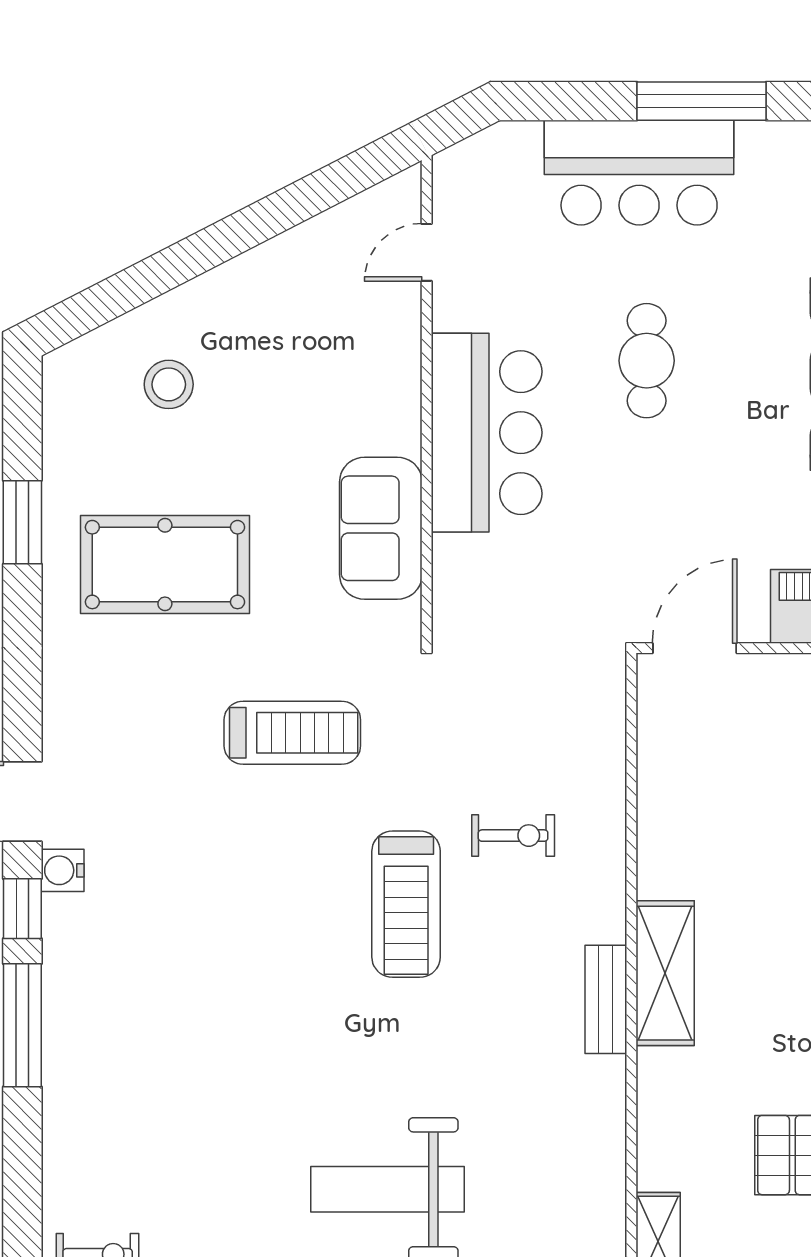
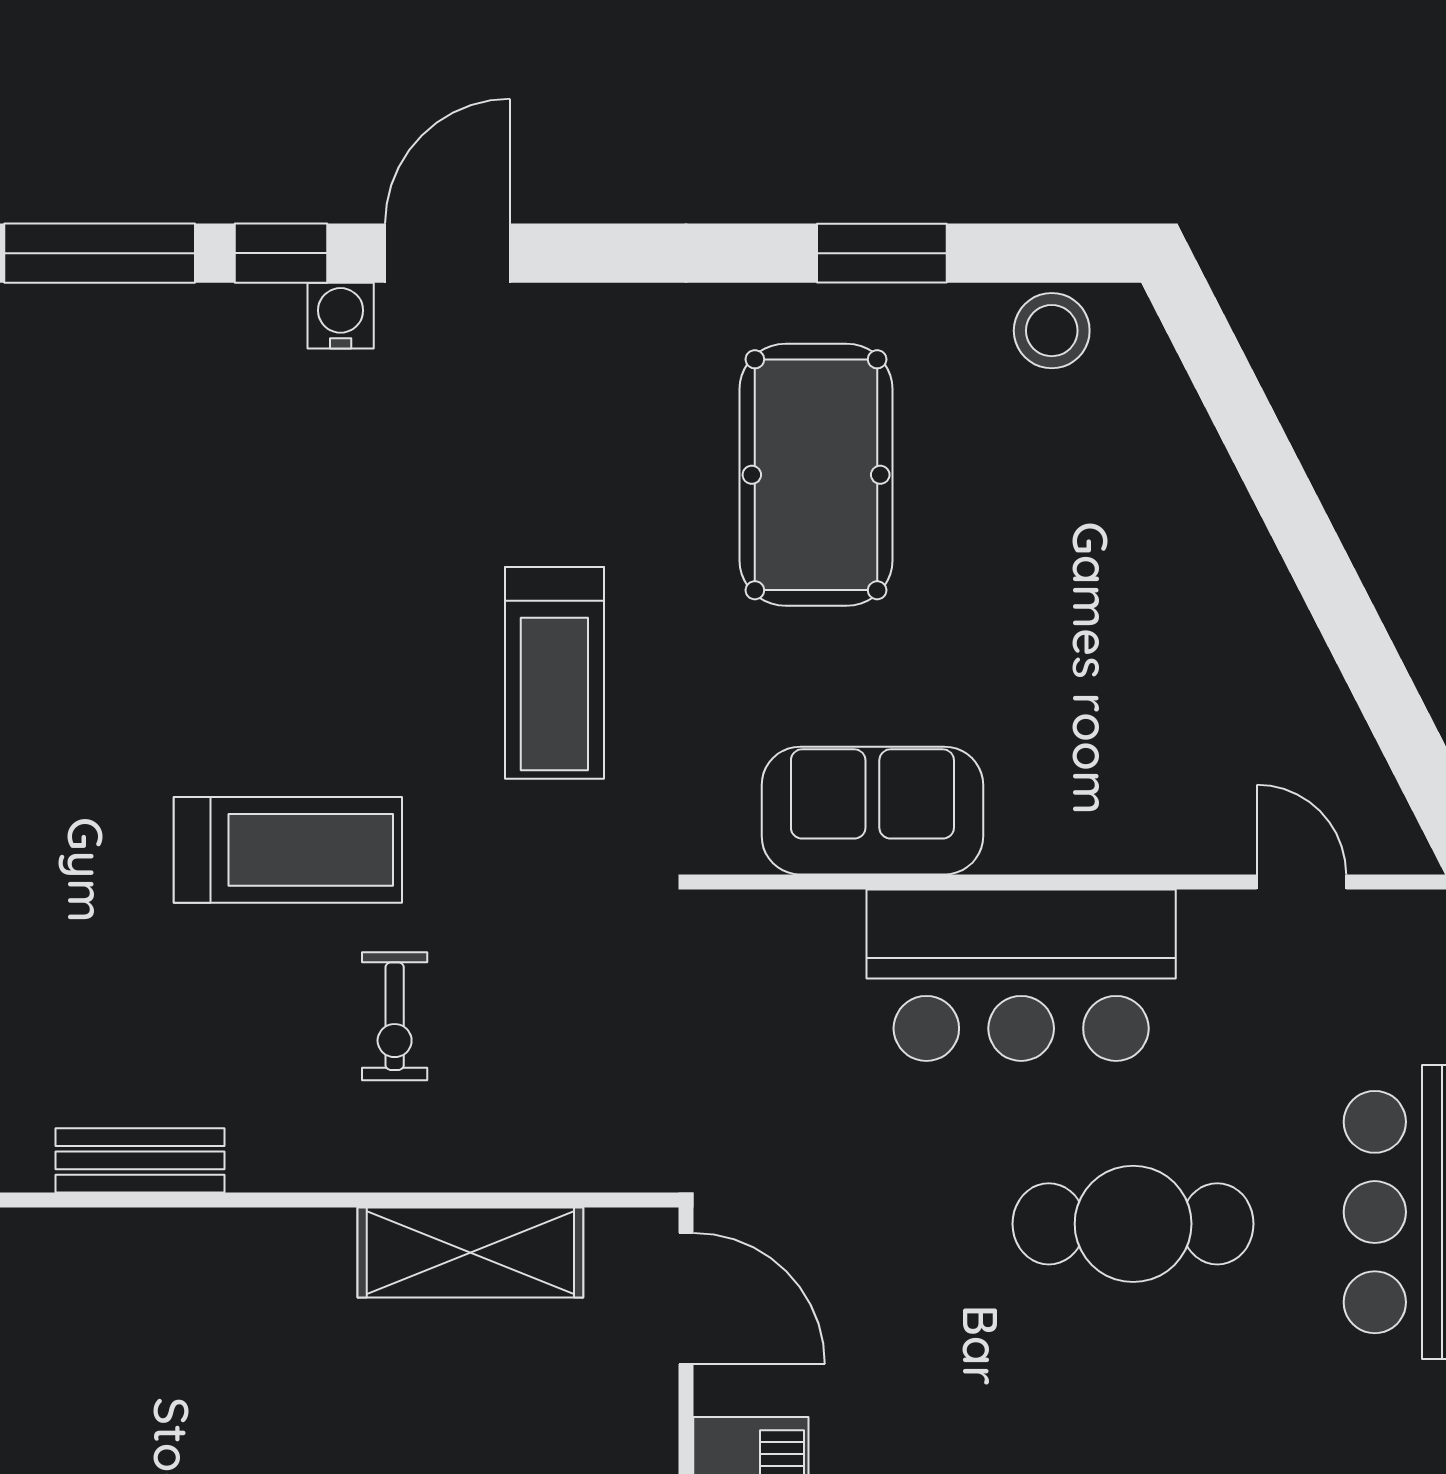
cafe table: (647, 361) -> (1133, 1224), width x1.37, depth x1.35
stool: (169, 384) -> (1052, 331), moved
treadmill: (406, 904) -> (288, 850), turned 180
shelving: (665, 973) -> (470, 1253), moved

